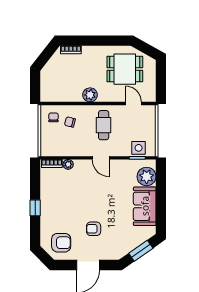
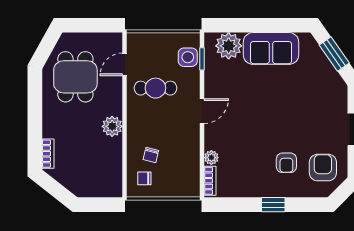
cafe table: (104, 125) -> (155, 88), moved
armchair: (94, 229) -> (286, 163), moved

